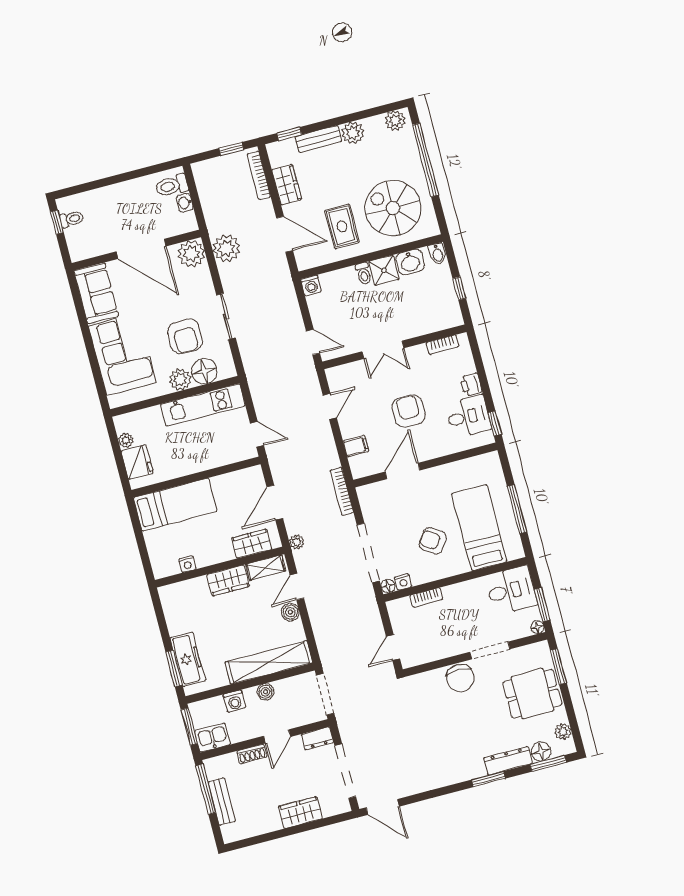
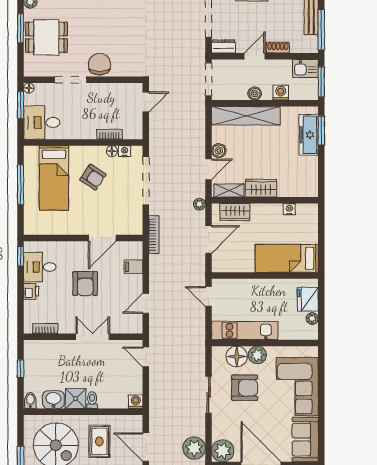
armchair: (185, 336) -> (245, 388), turned 90
floor lamp: (388, 586) -> (112, 151), moved
window: (558, 667) -> (21, 28), moved

